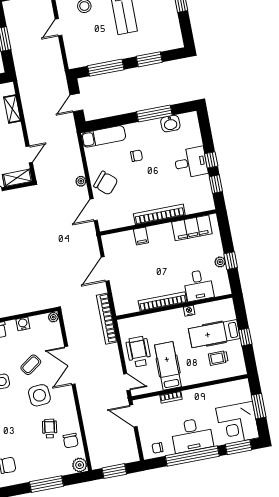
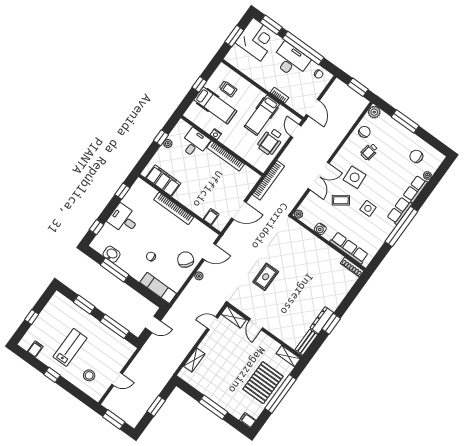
window: (211, 160) -> (96, 227), moved
filing cabinet: (141, 236) -> (211, 217), moved
rug: (26, 238) -> (266, 277), added

